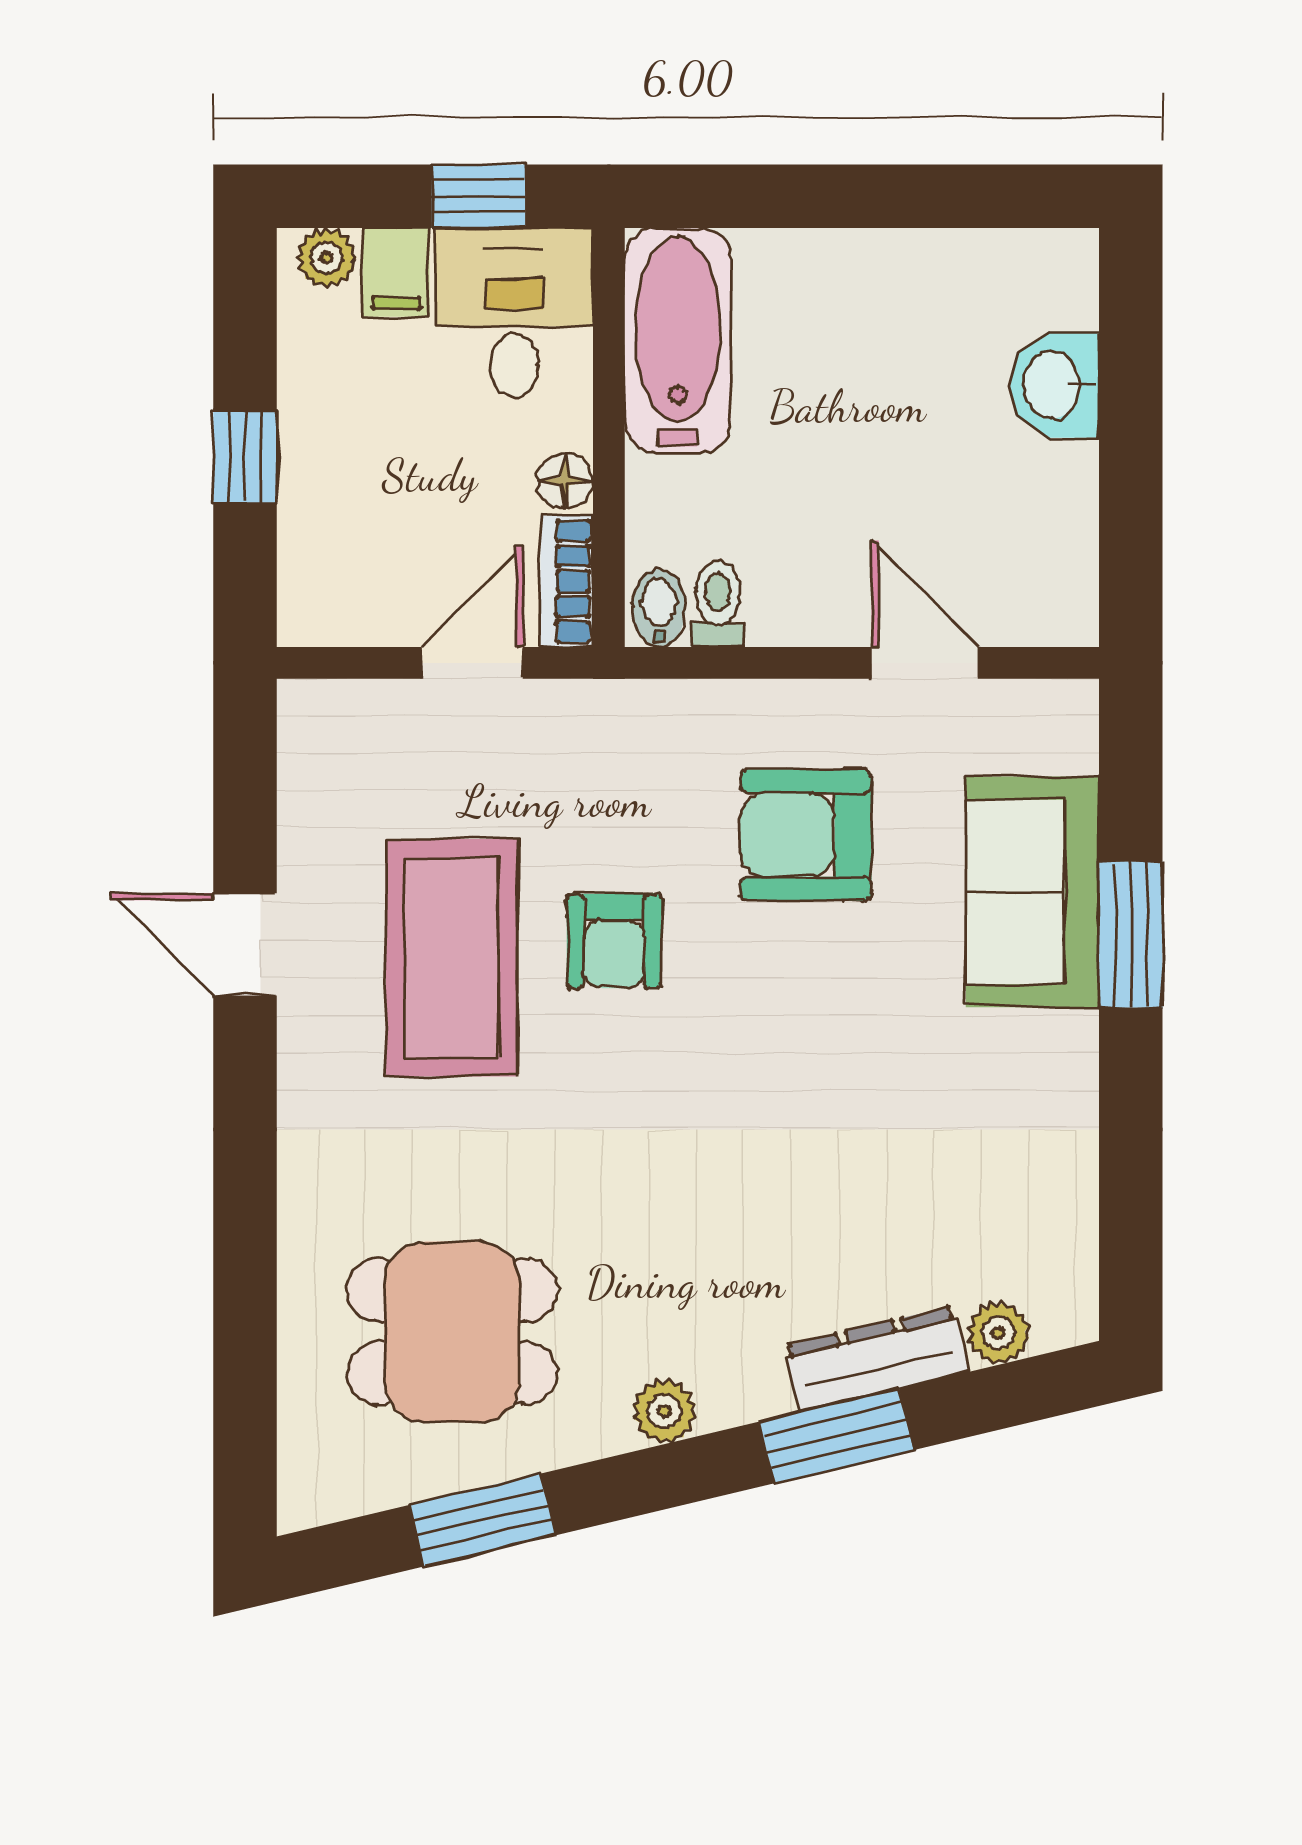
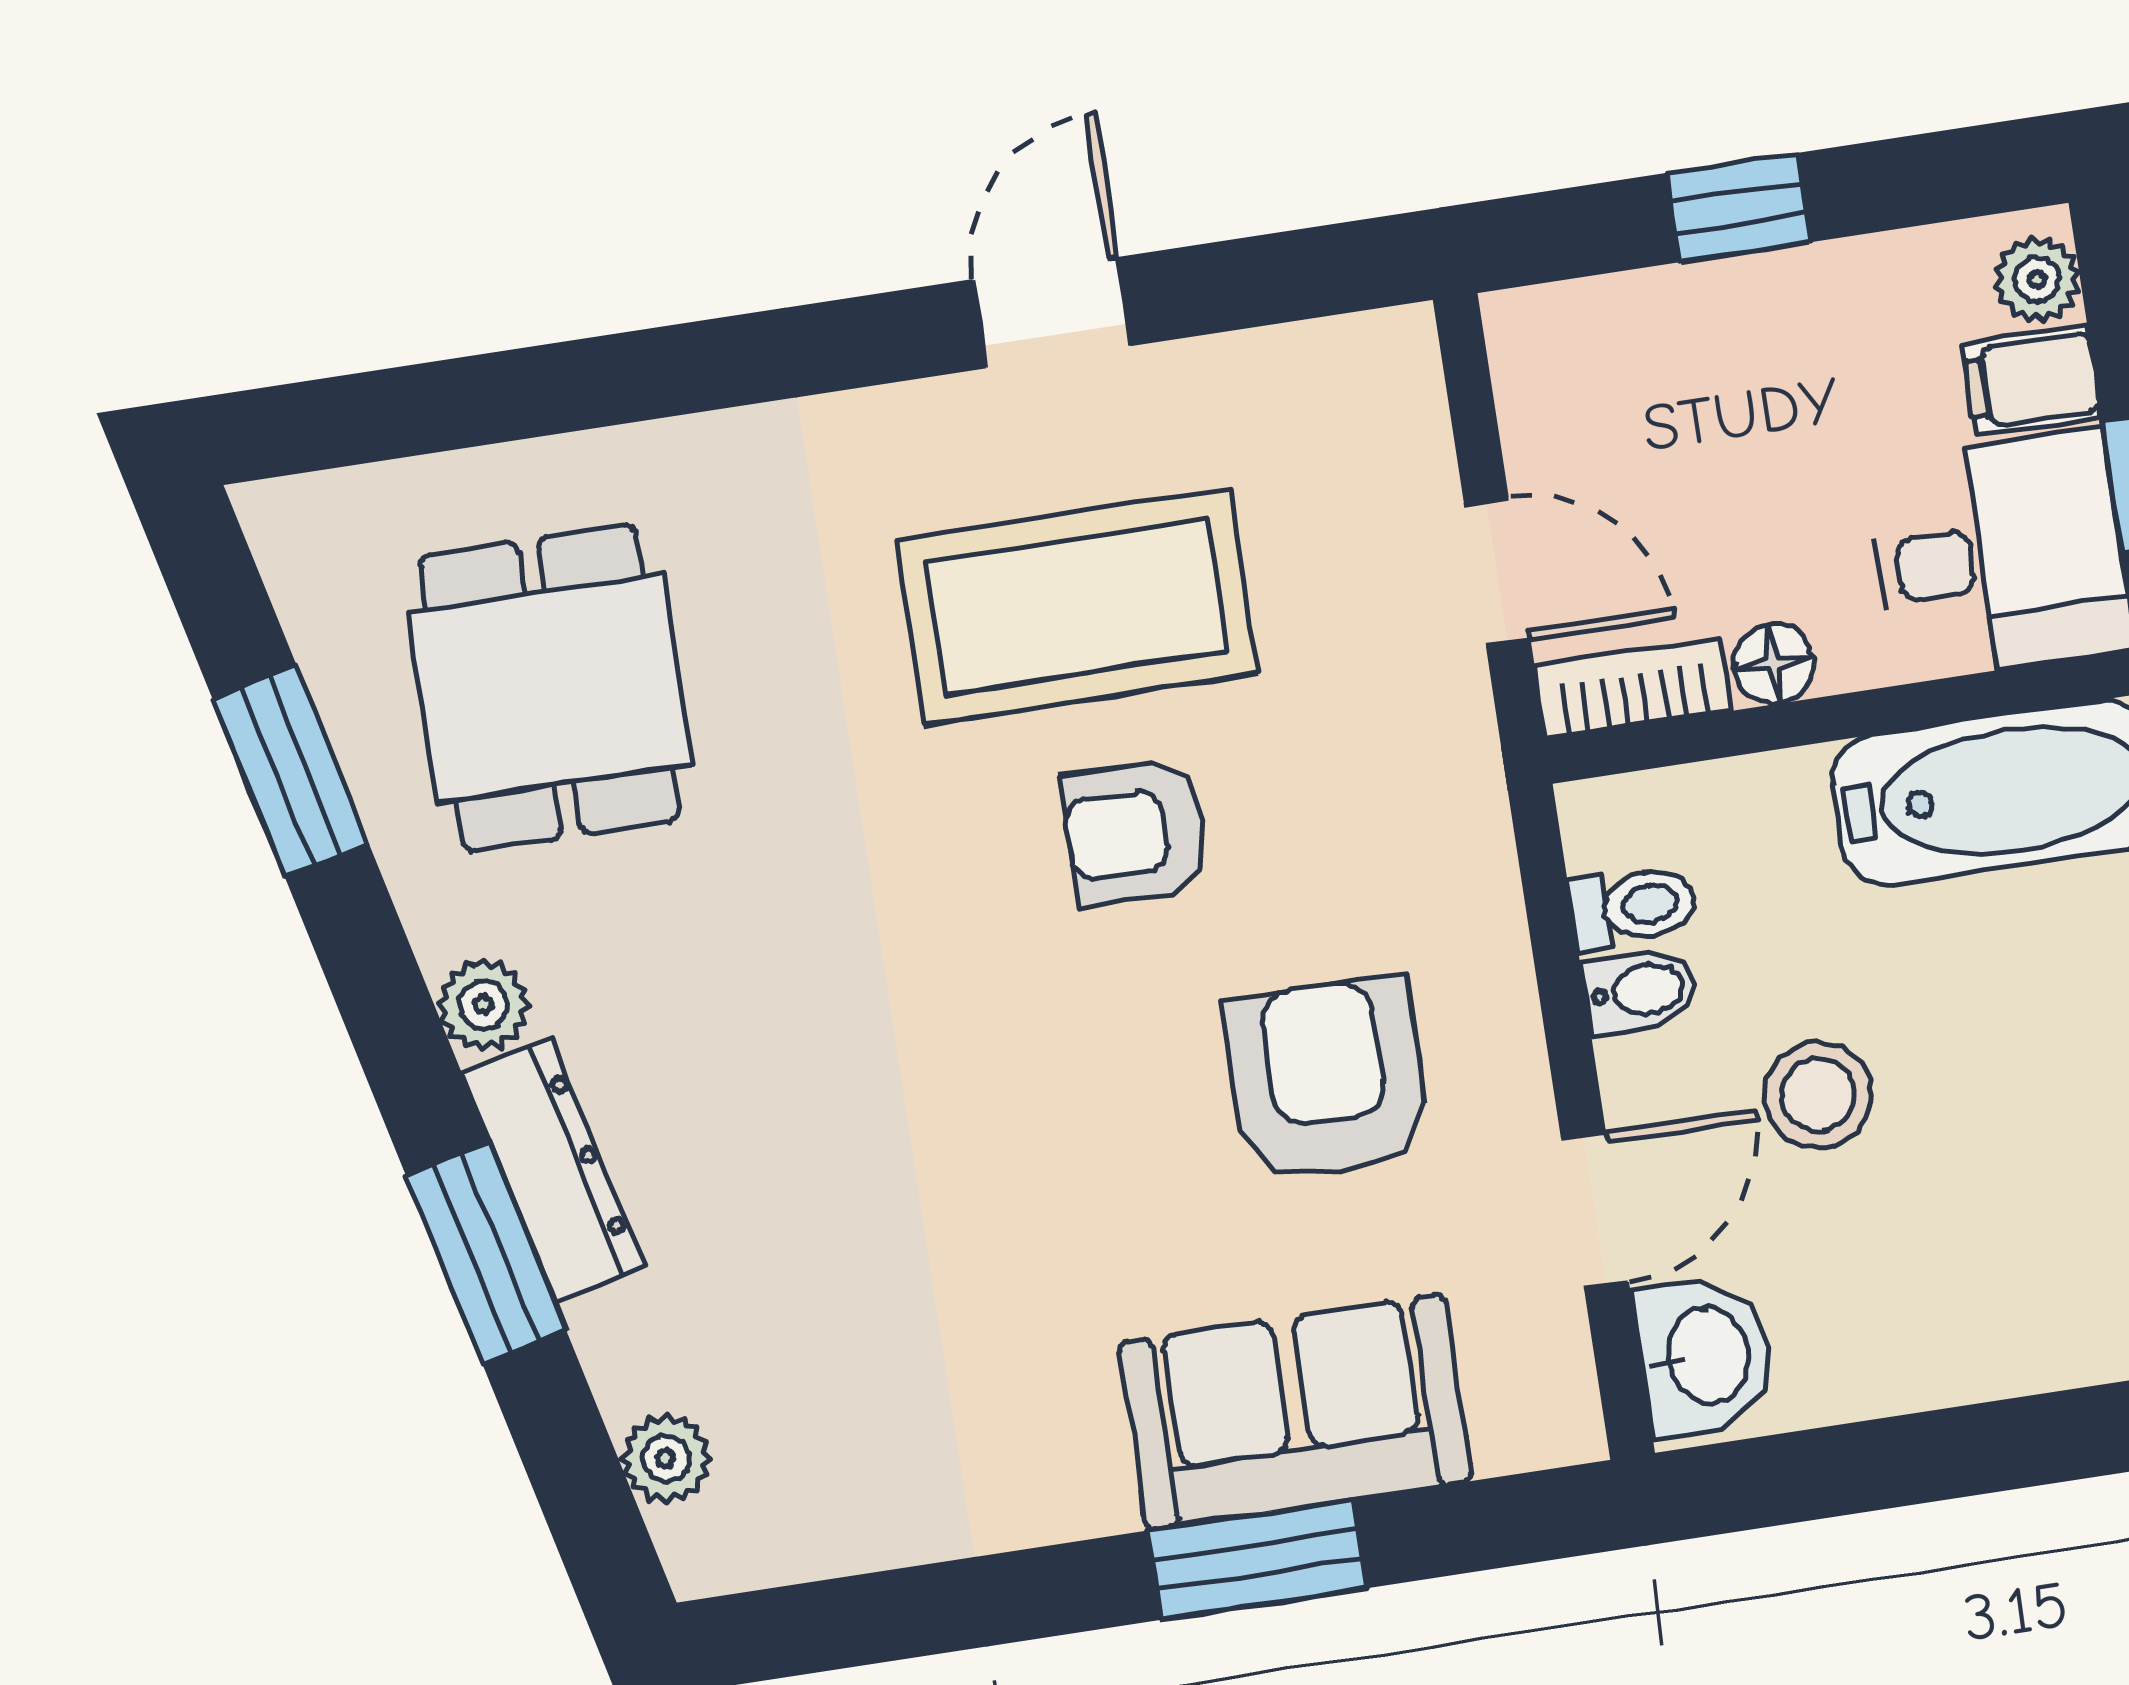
washbasin: (1054, 385) -> (1705, 1356), moved, turned 90
stool: (868, 496) -> (1818, 1095), added
bidet: (659, 608) -> (1640, 990), moved
dresser: (877, 1359) -> (553, 1169), moved

